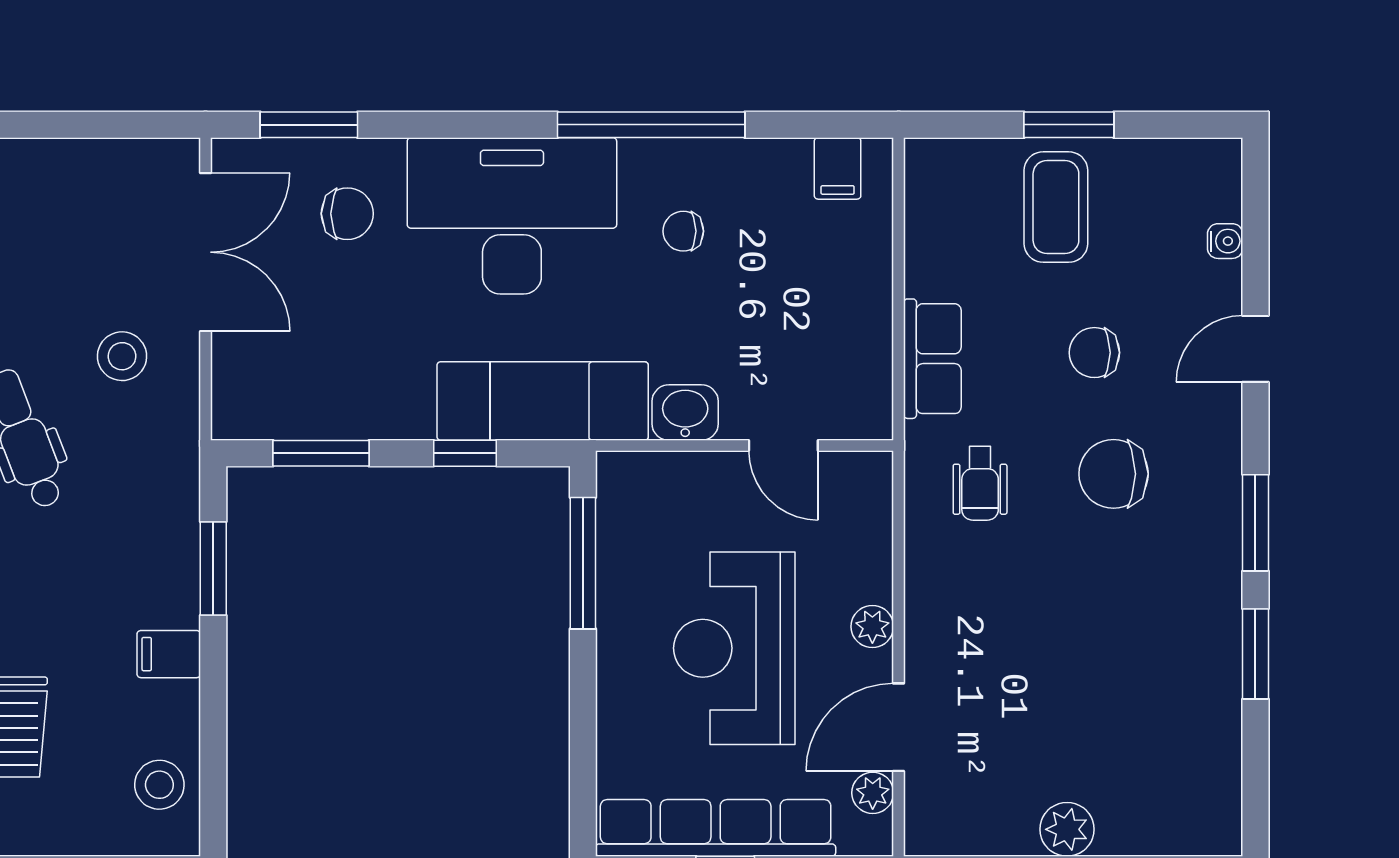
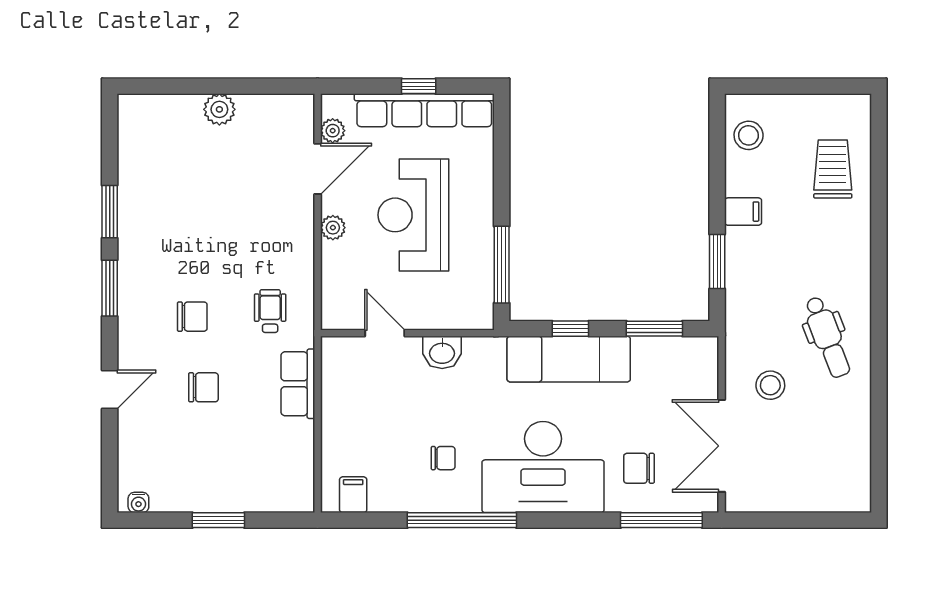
window: (309, 125) -> (661, 520), width x1.44
coffee table: (1056, 207) -> (226, 472), removed
water cooler: (1225, 241) -> (138, 502), moved, turned -90
exam couch: (543, 401) -> (569, 359), moved
chair: (1114, 474) -> (192, 317), width x0.73, depth x0.73
reception desk: (734, 648) -> (413, 215), turned 180

